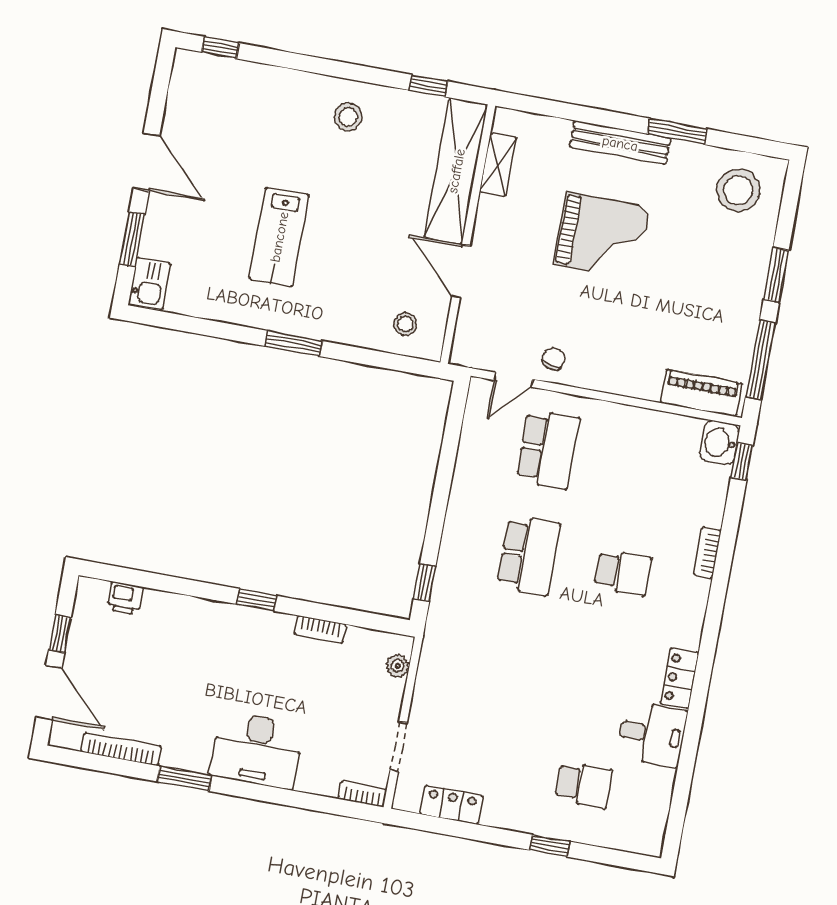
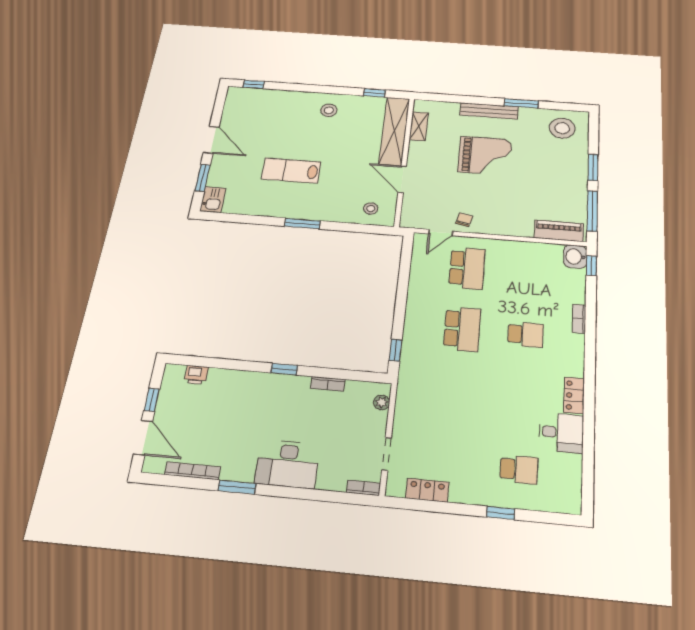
lab bench: (279, 237) -> (291, 170), turned 90

